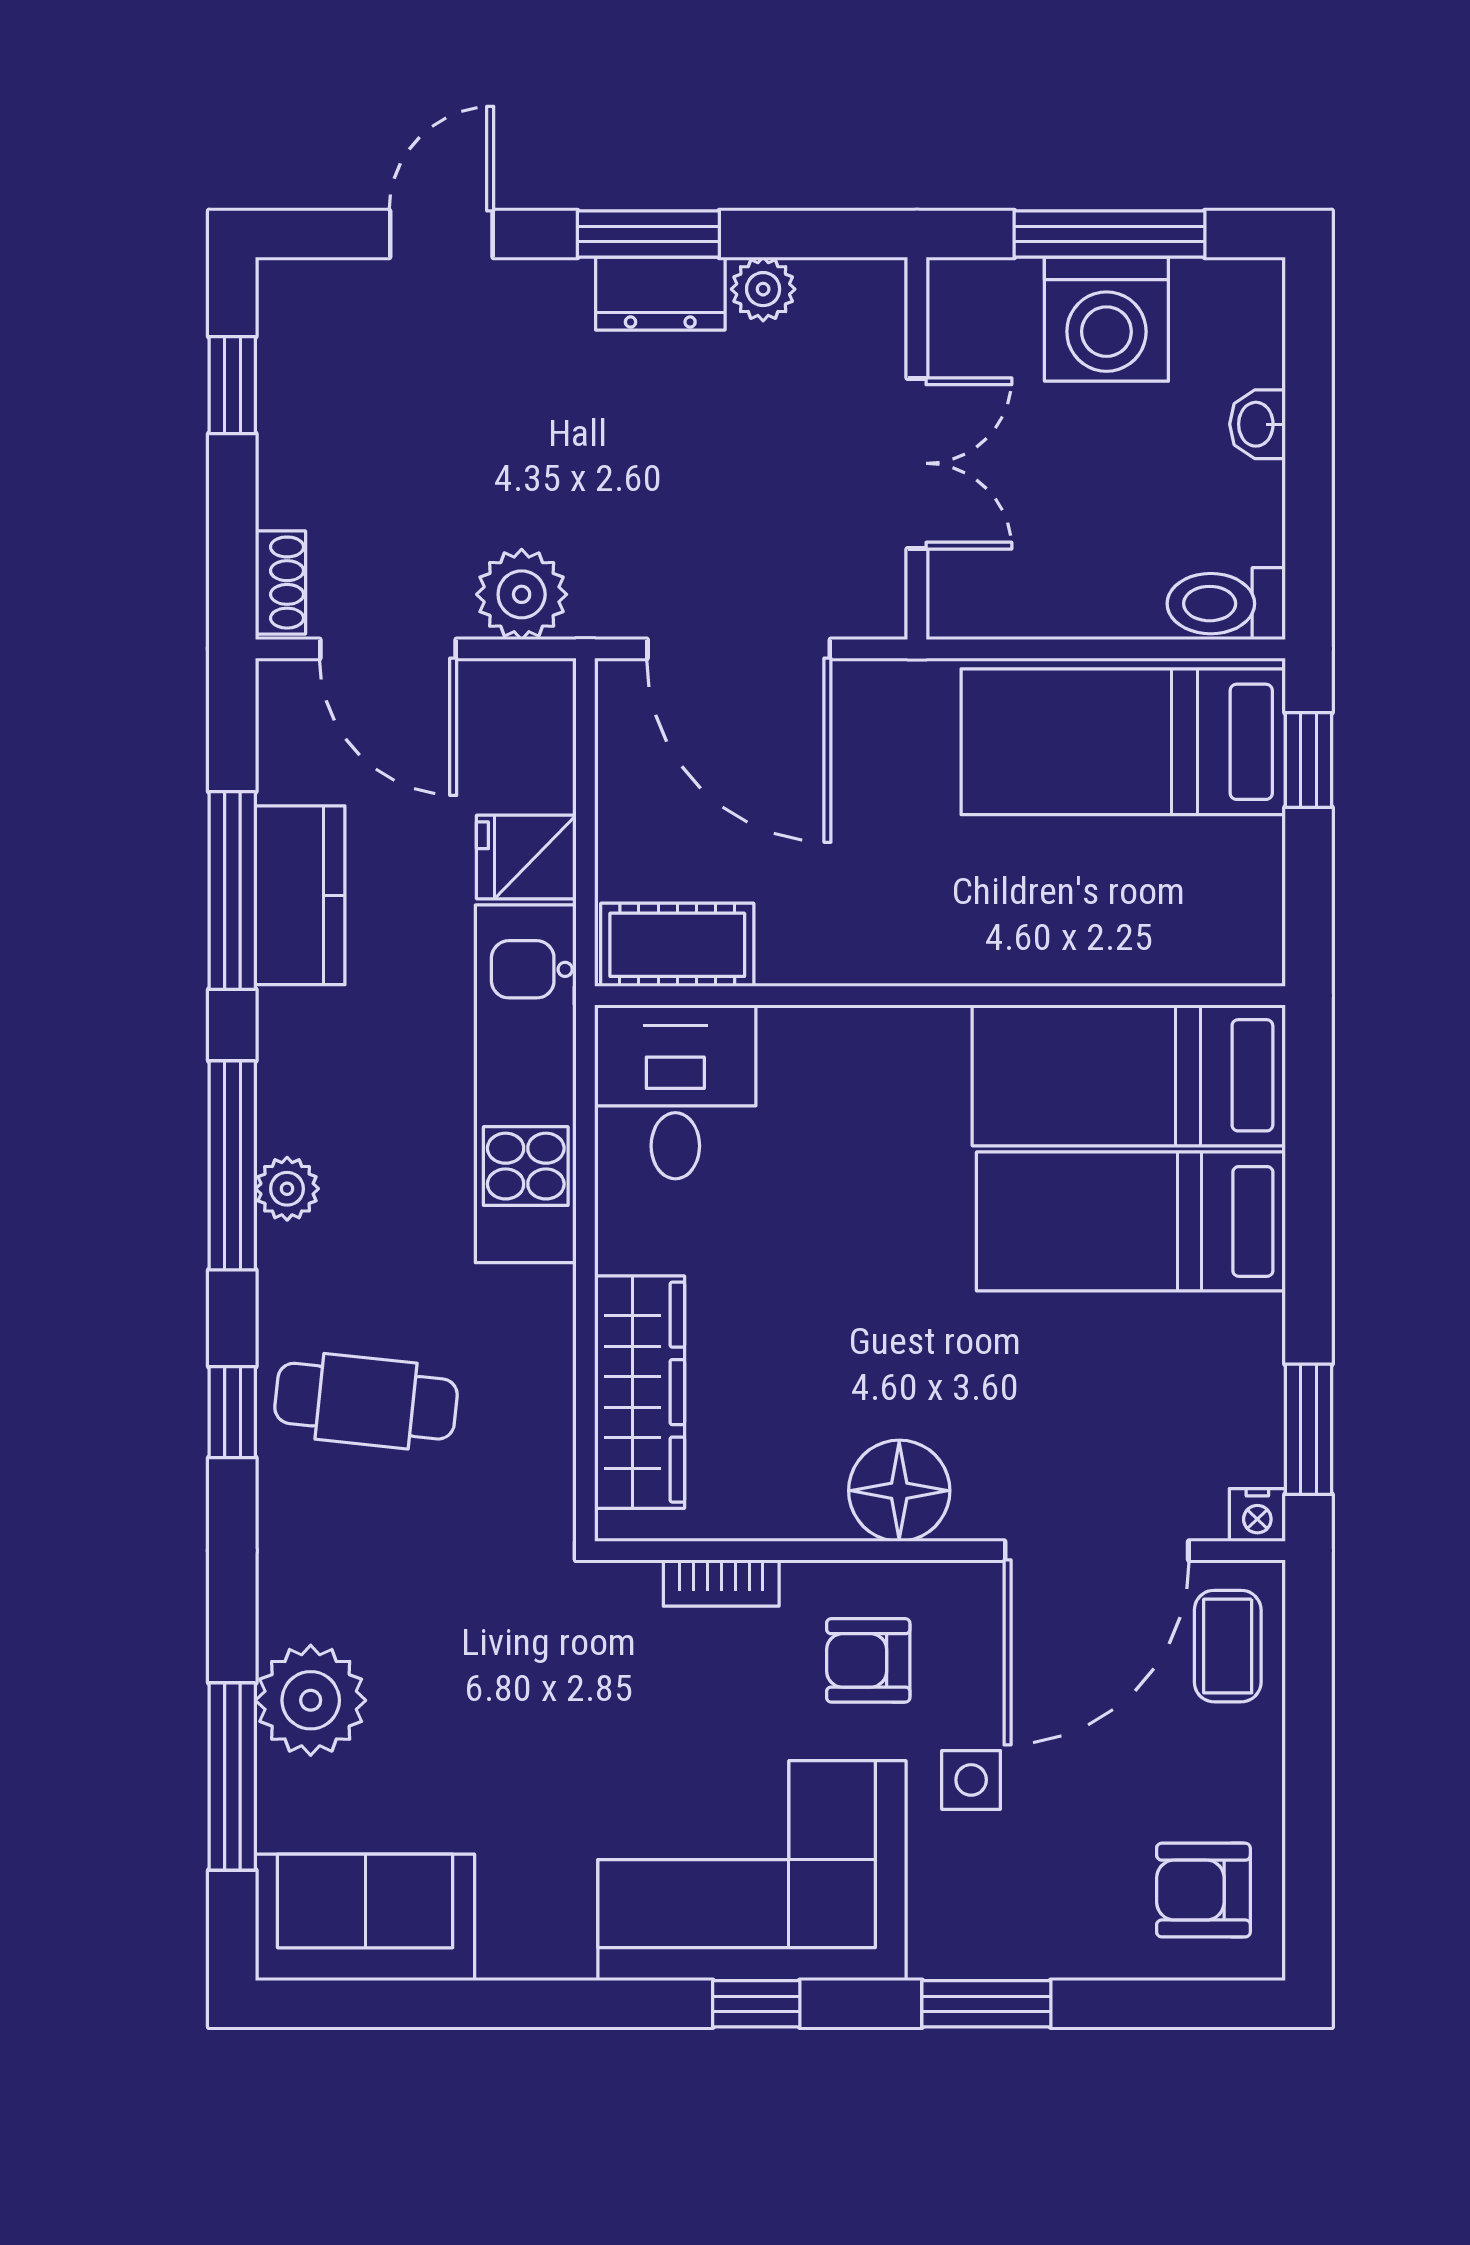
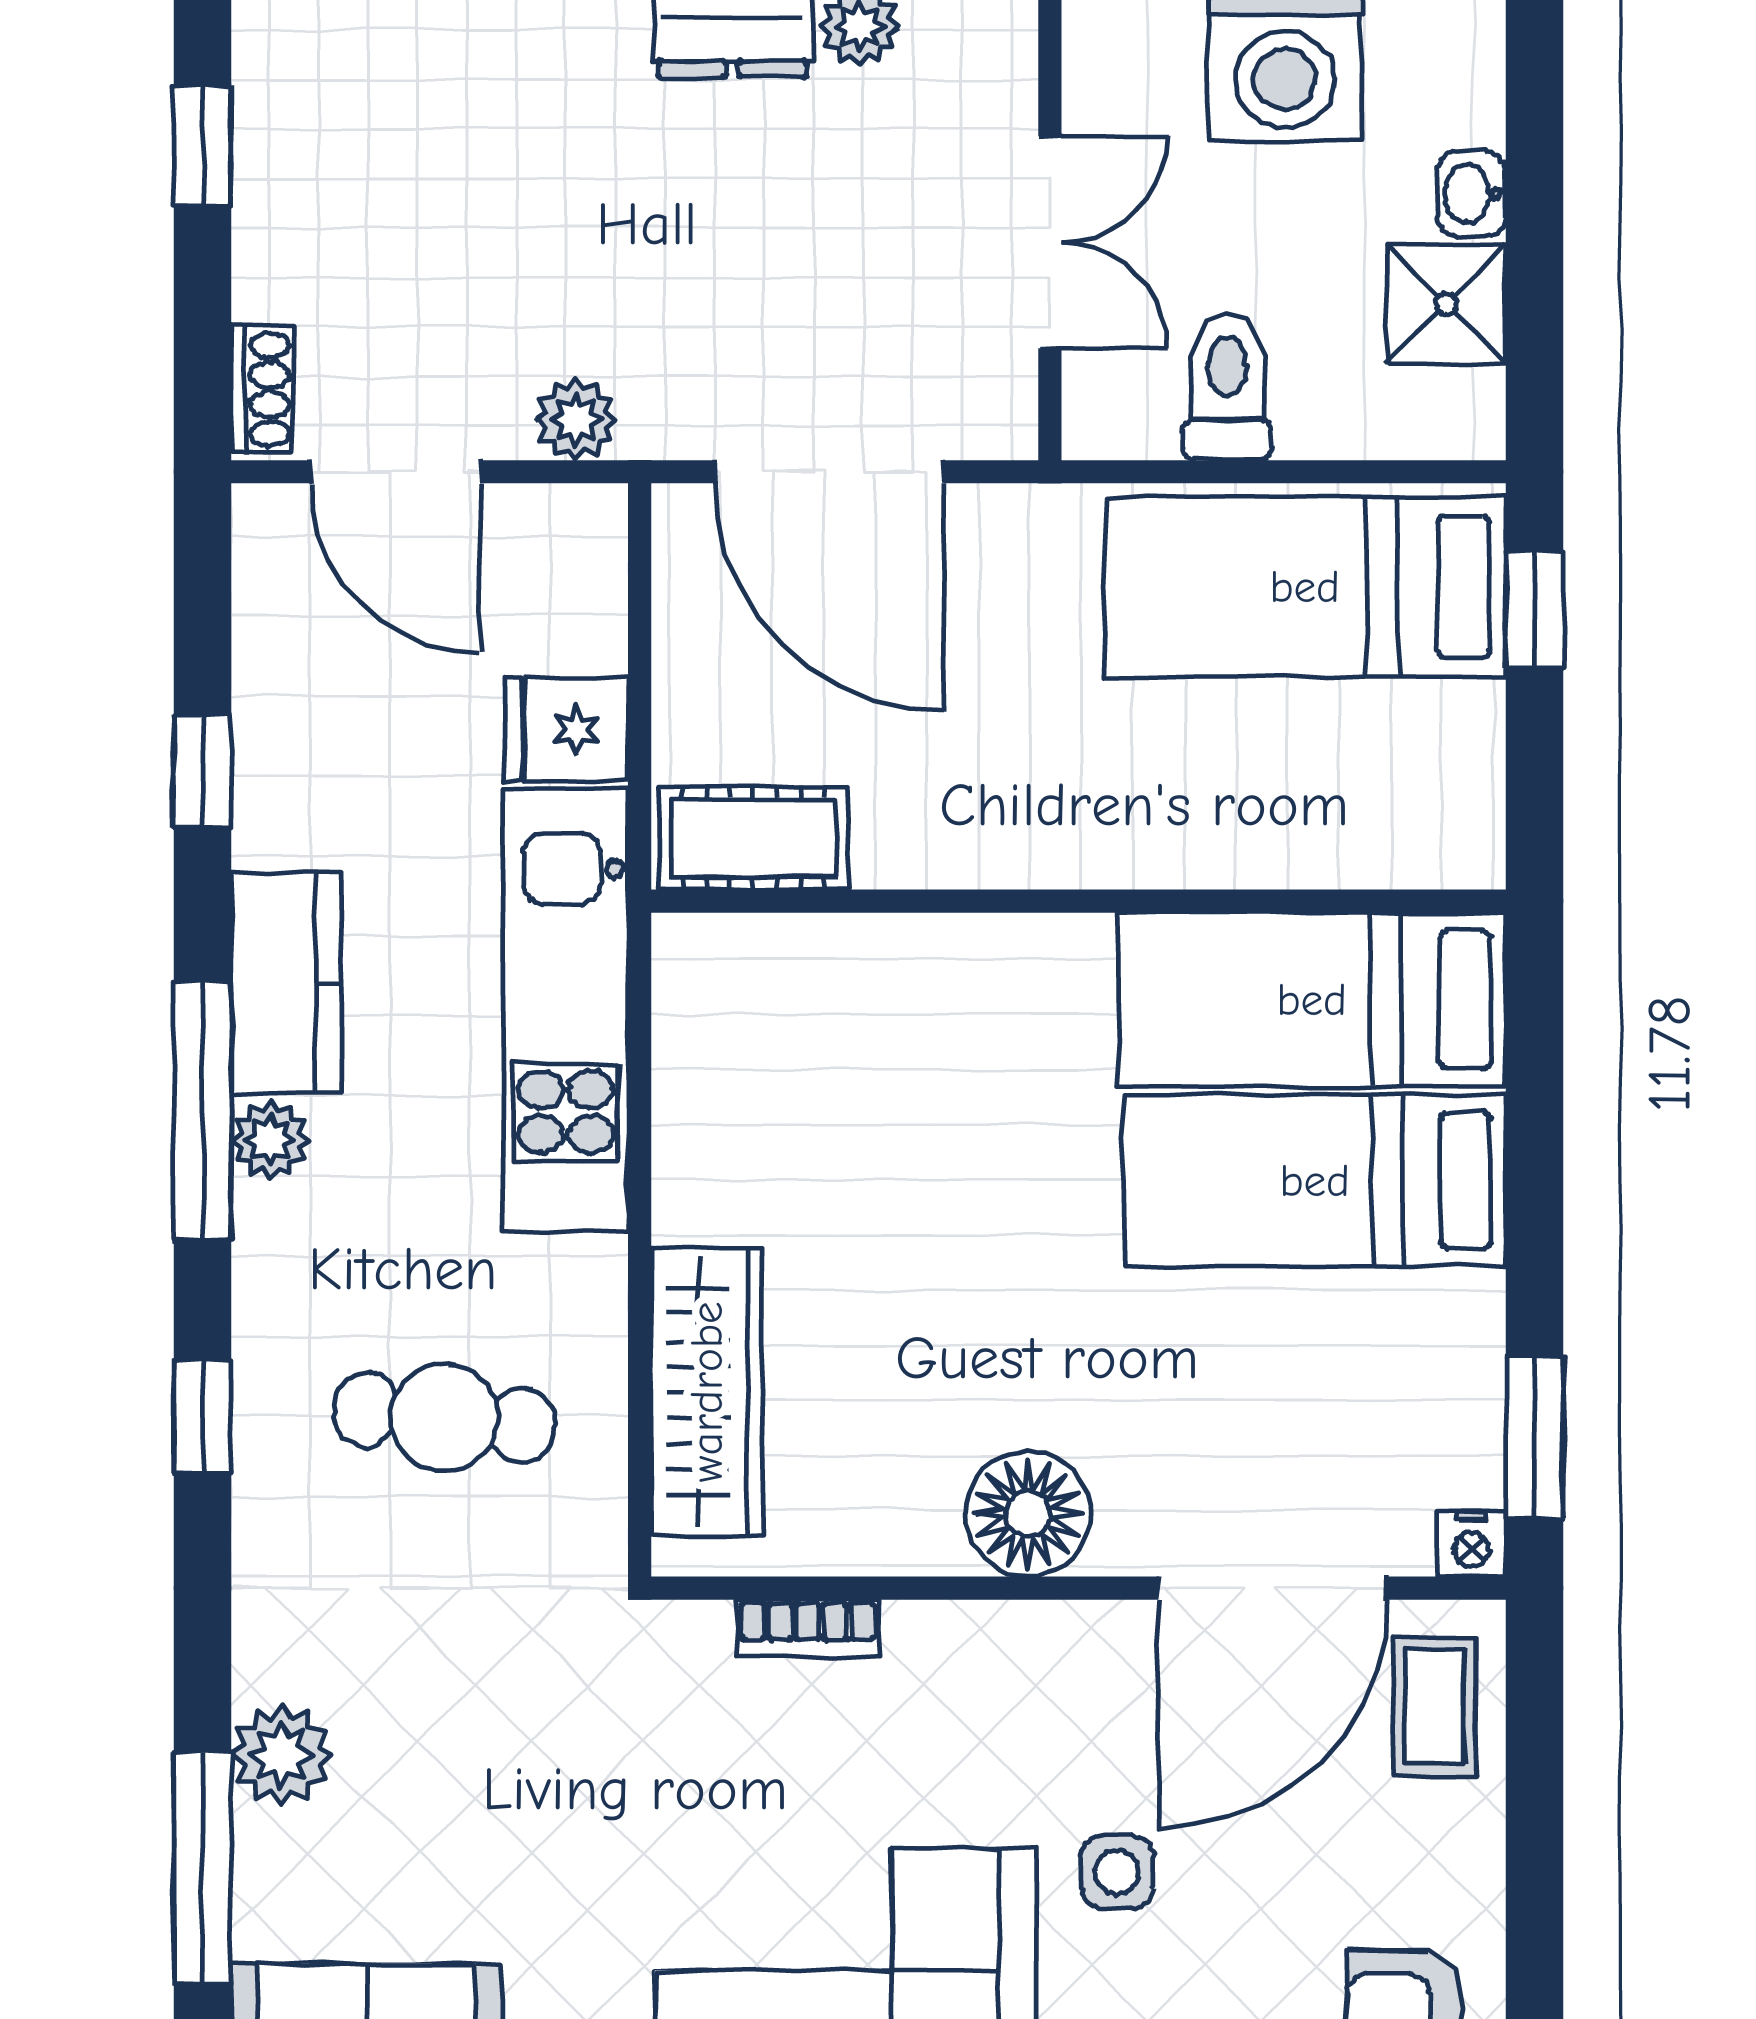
shower: (1237, 513) -> (1446, 304), added
plant: (522, 594) -> (576, 420), width x0.73, depth x0.73
toilet: (1226, 604) -> (1227, 387), moved, turned 90
window: (232, 890) -> (203, 771), width x0.46
kitchen counter: (300, 895) -> (287, 983), moved
desk: (675, 1092) -> (751, 1020), removed
cafe table: (366, 1401) -> (444, 1418), moved
armchair: (868, 1660) -> (990, 1724), removed
plant: (311, 1700) -> (281, 1755), width x0.73, depth x0.73

